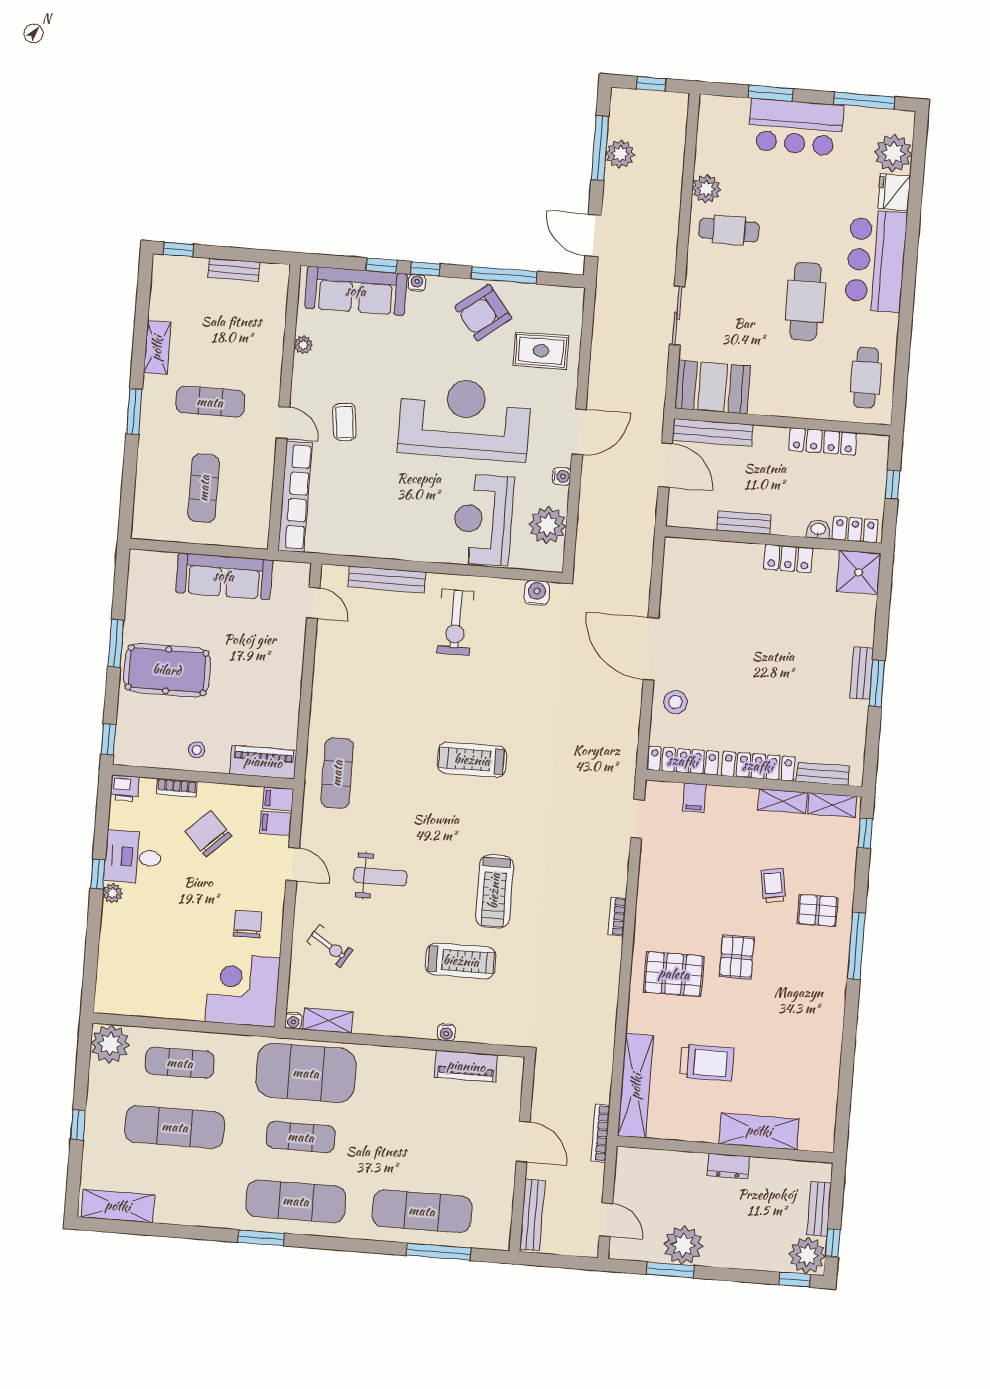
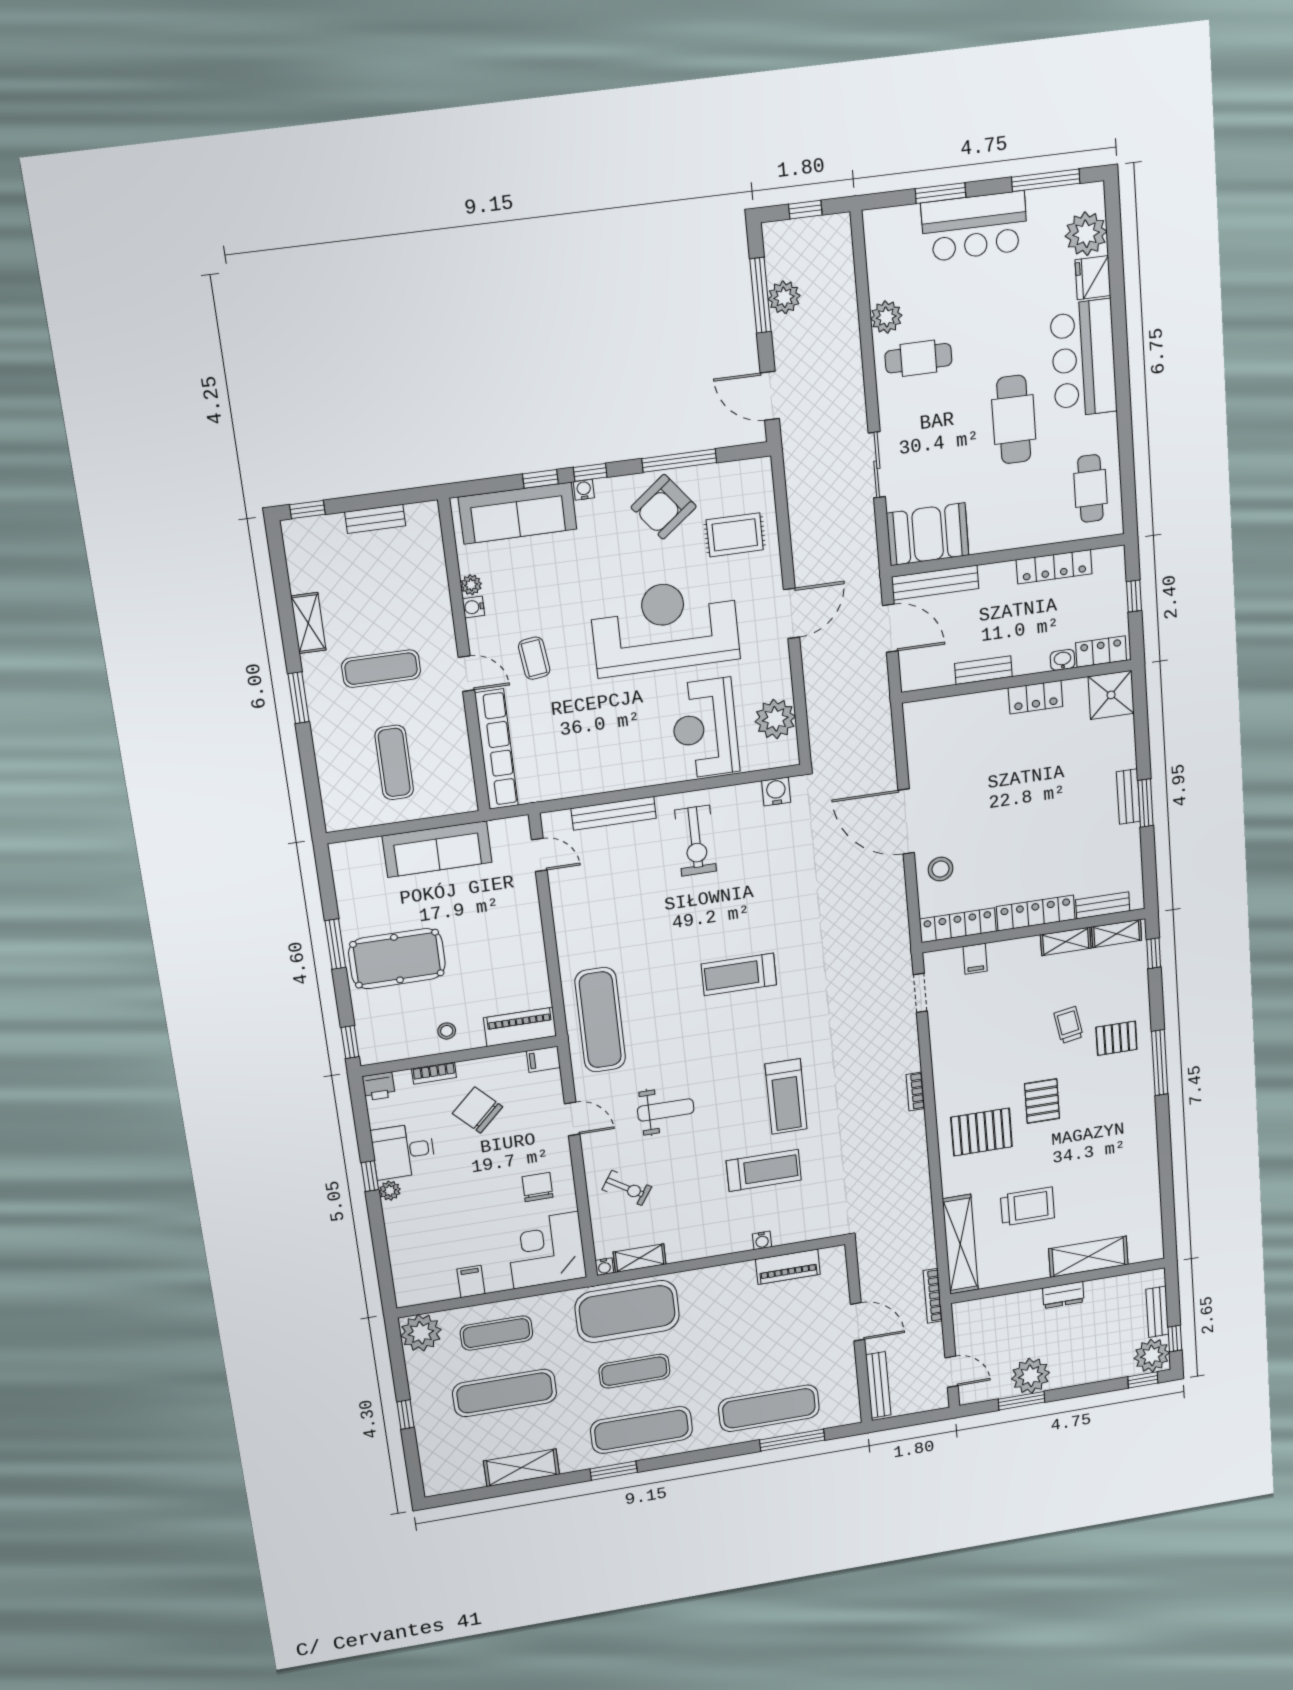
water cooler: (562, 476) -> (473, 607), moved, turned 180
exercise mat: (337, 773) -> (600, 1020), width x1.36, depth x1.45
filing cabinet: (276, 823) -> (471, 1281), moved, turned 90
shelving: (118, 1206) -> (521, 1468), moved

